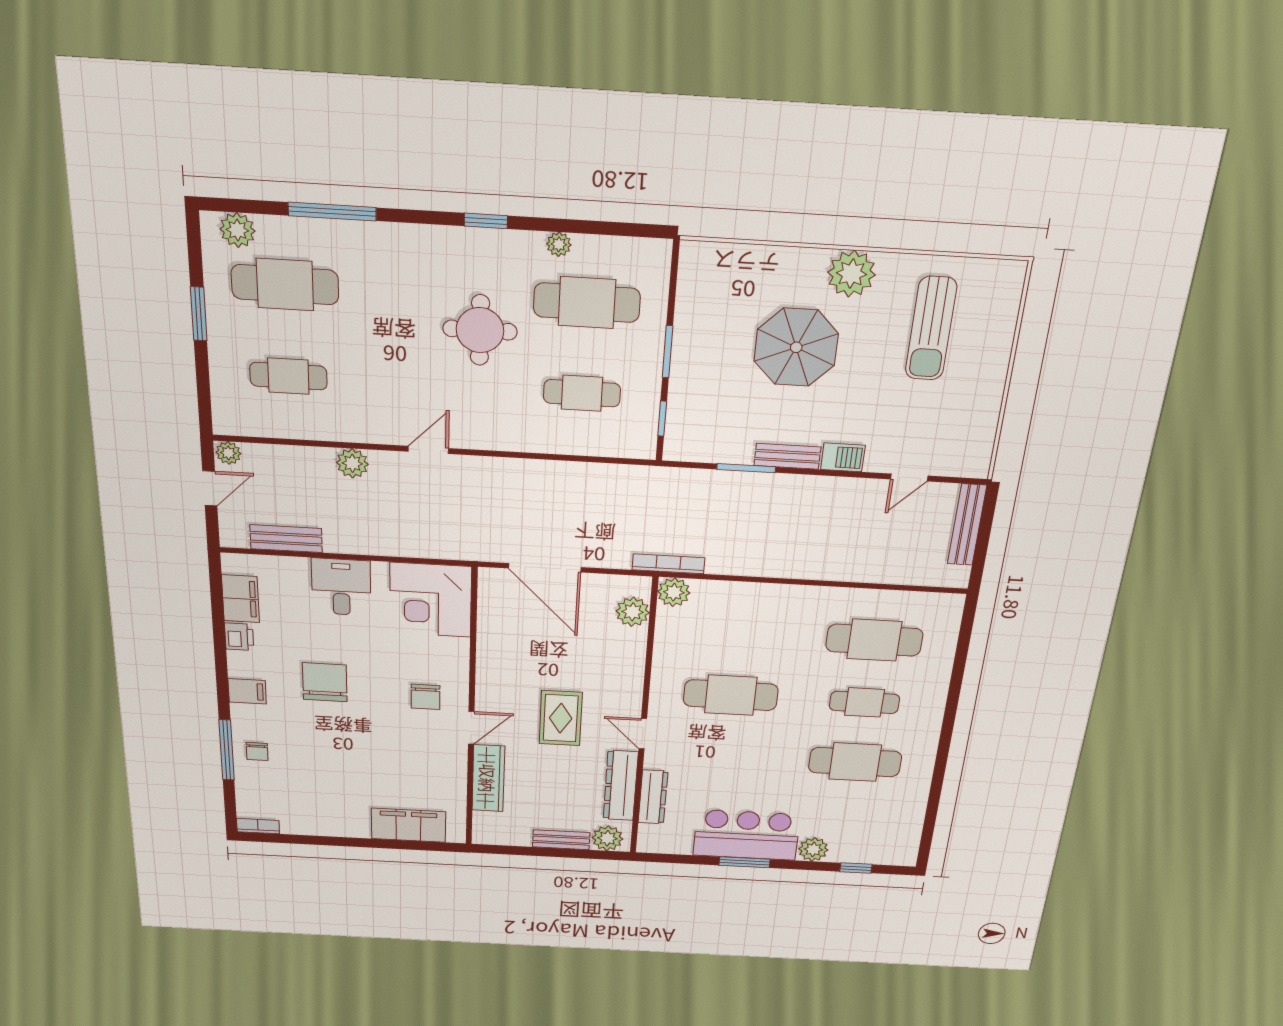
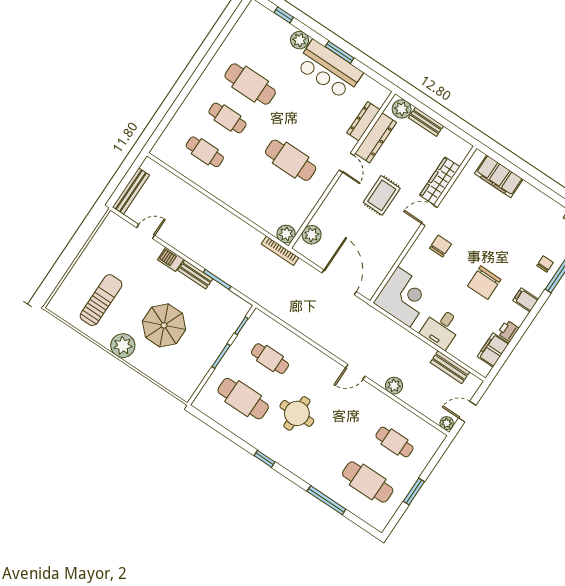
plant: (237, 230) -> (372, 516), removed
plant: (559, 244) -> (240, 431), removed
cafe table: (874, 640) -> (205, 152), width x0.73, depth x0.74

